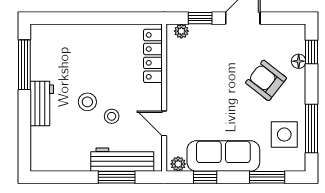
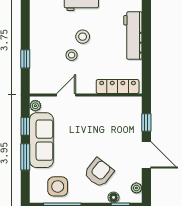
plant: (181, 31) -> (136, 188), moved
workbench: (122, 160) -> (133, 36), moved, turned 180
window: (117, 177) -> (25, 59), width x0.67
window: (267, 177) -> (25, 157), moved

